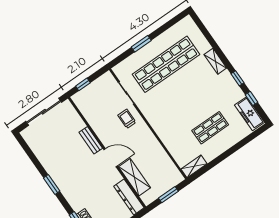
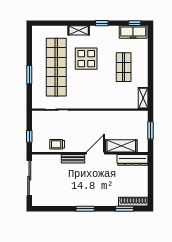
display table: (194, 87) -> (86, 59), added
window: (252, 98) -> (135, 23), moved
trolley: (127, 119) -> (57, 144), moved

